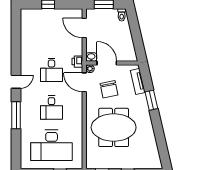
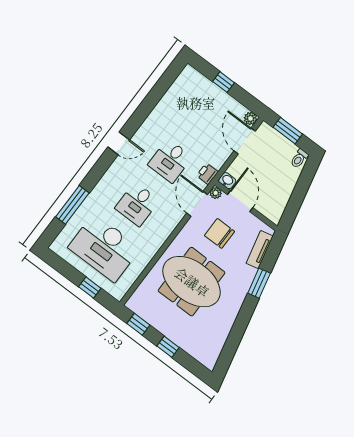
plant: (78, 13) -> (250, 118), added
chair: (109, 89) -> (220, 233), turned 101
window: (16, 115) -> (72, 205), moved

